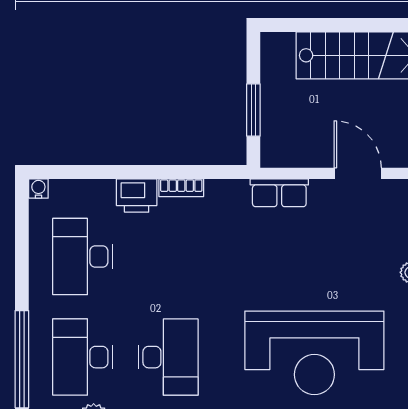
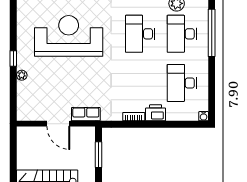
door: (358, 173) -> (58, 124), moved
desk: (83, 257) -> (182, 83), turned 180
desk: (83, 357) -> (182, 34), turned 180

